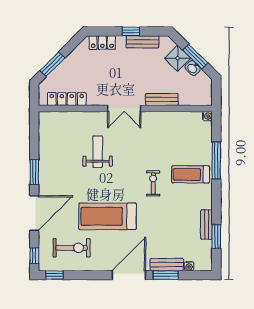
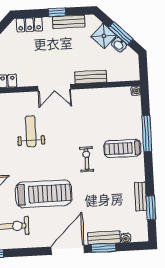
treadmill: (107, 216) -> (44, 194), turned 180

